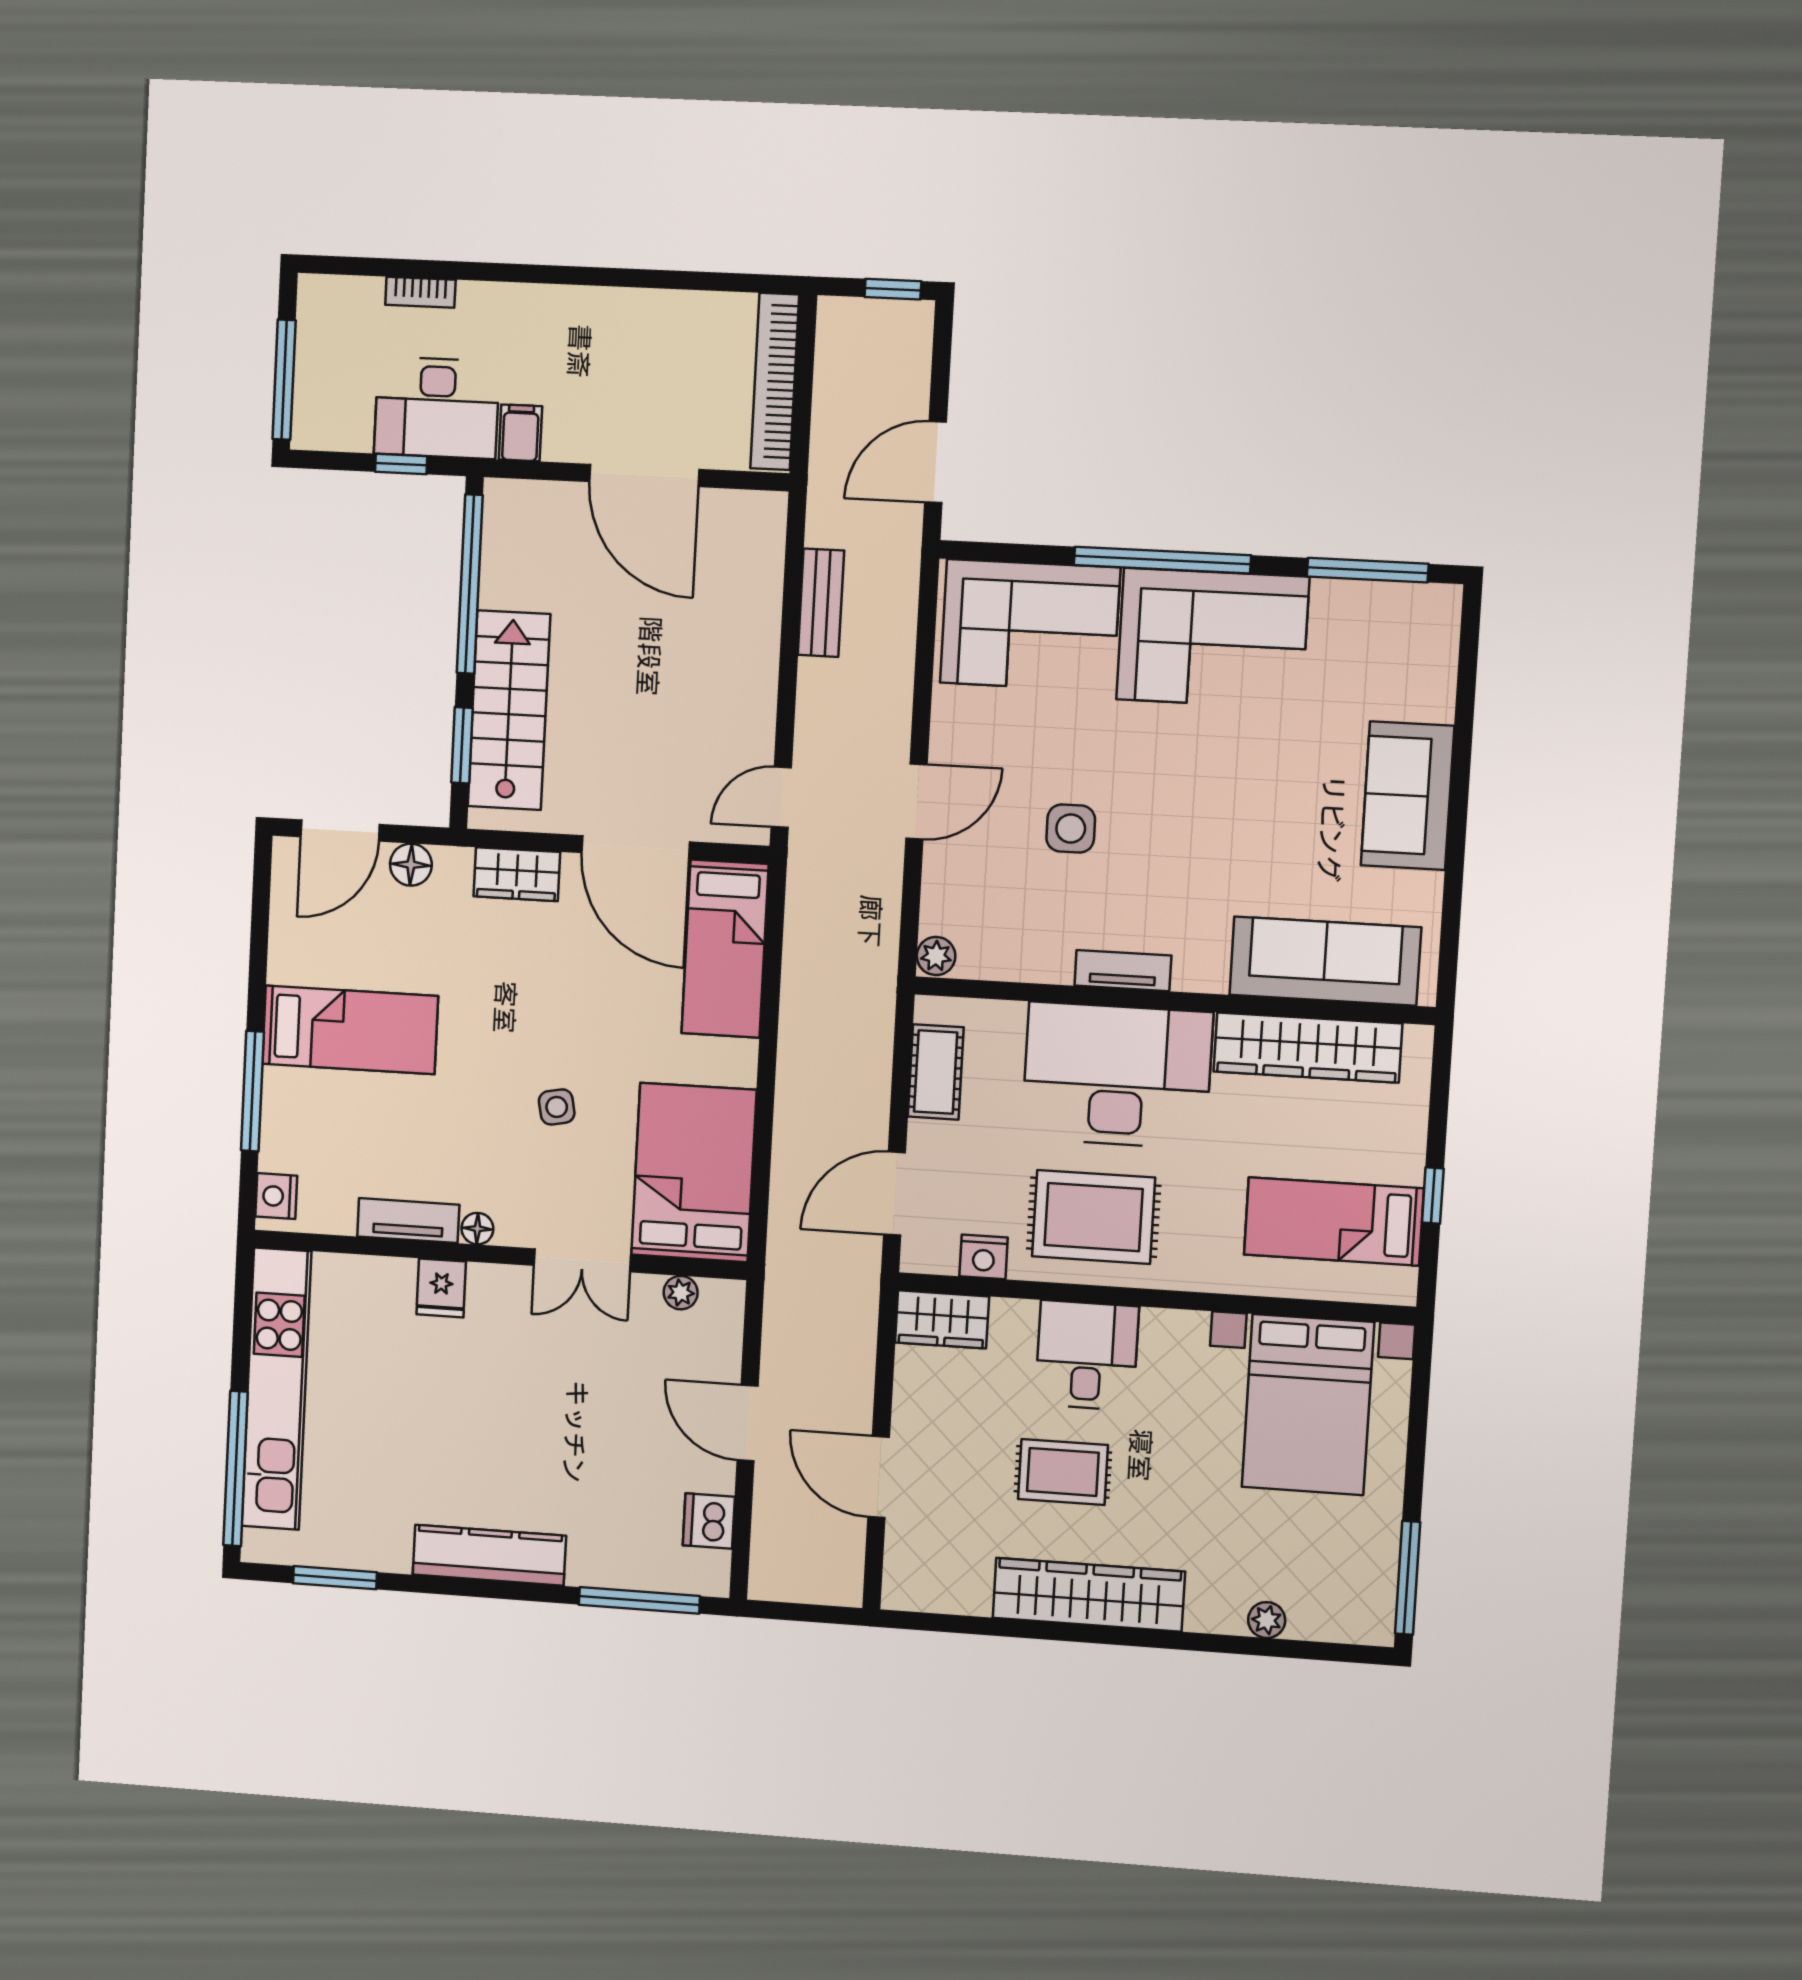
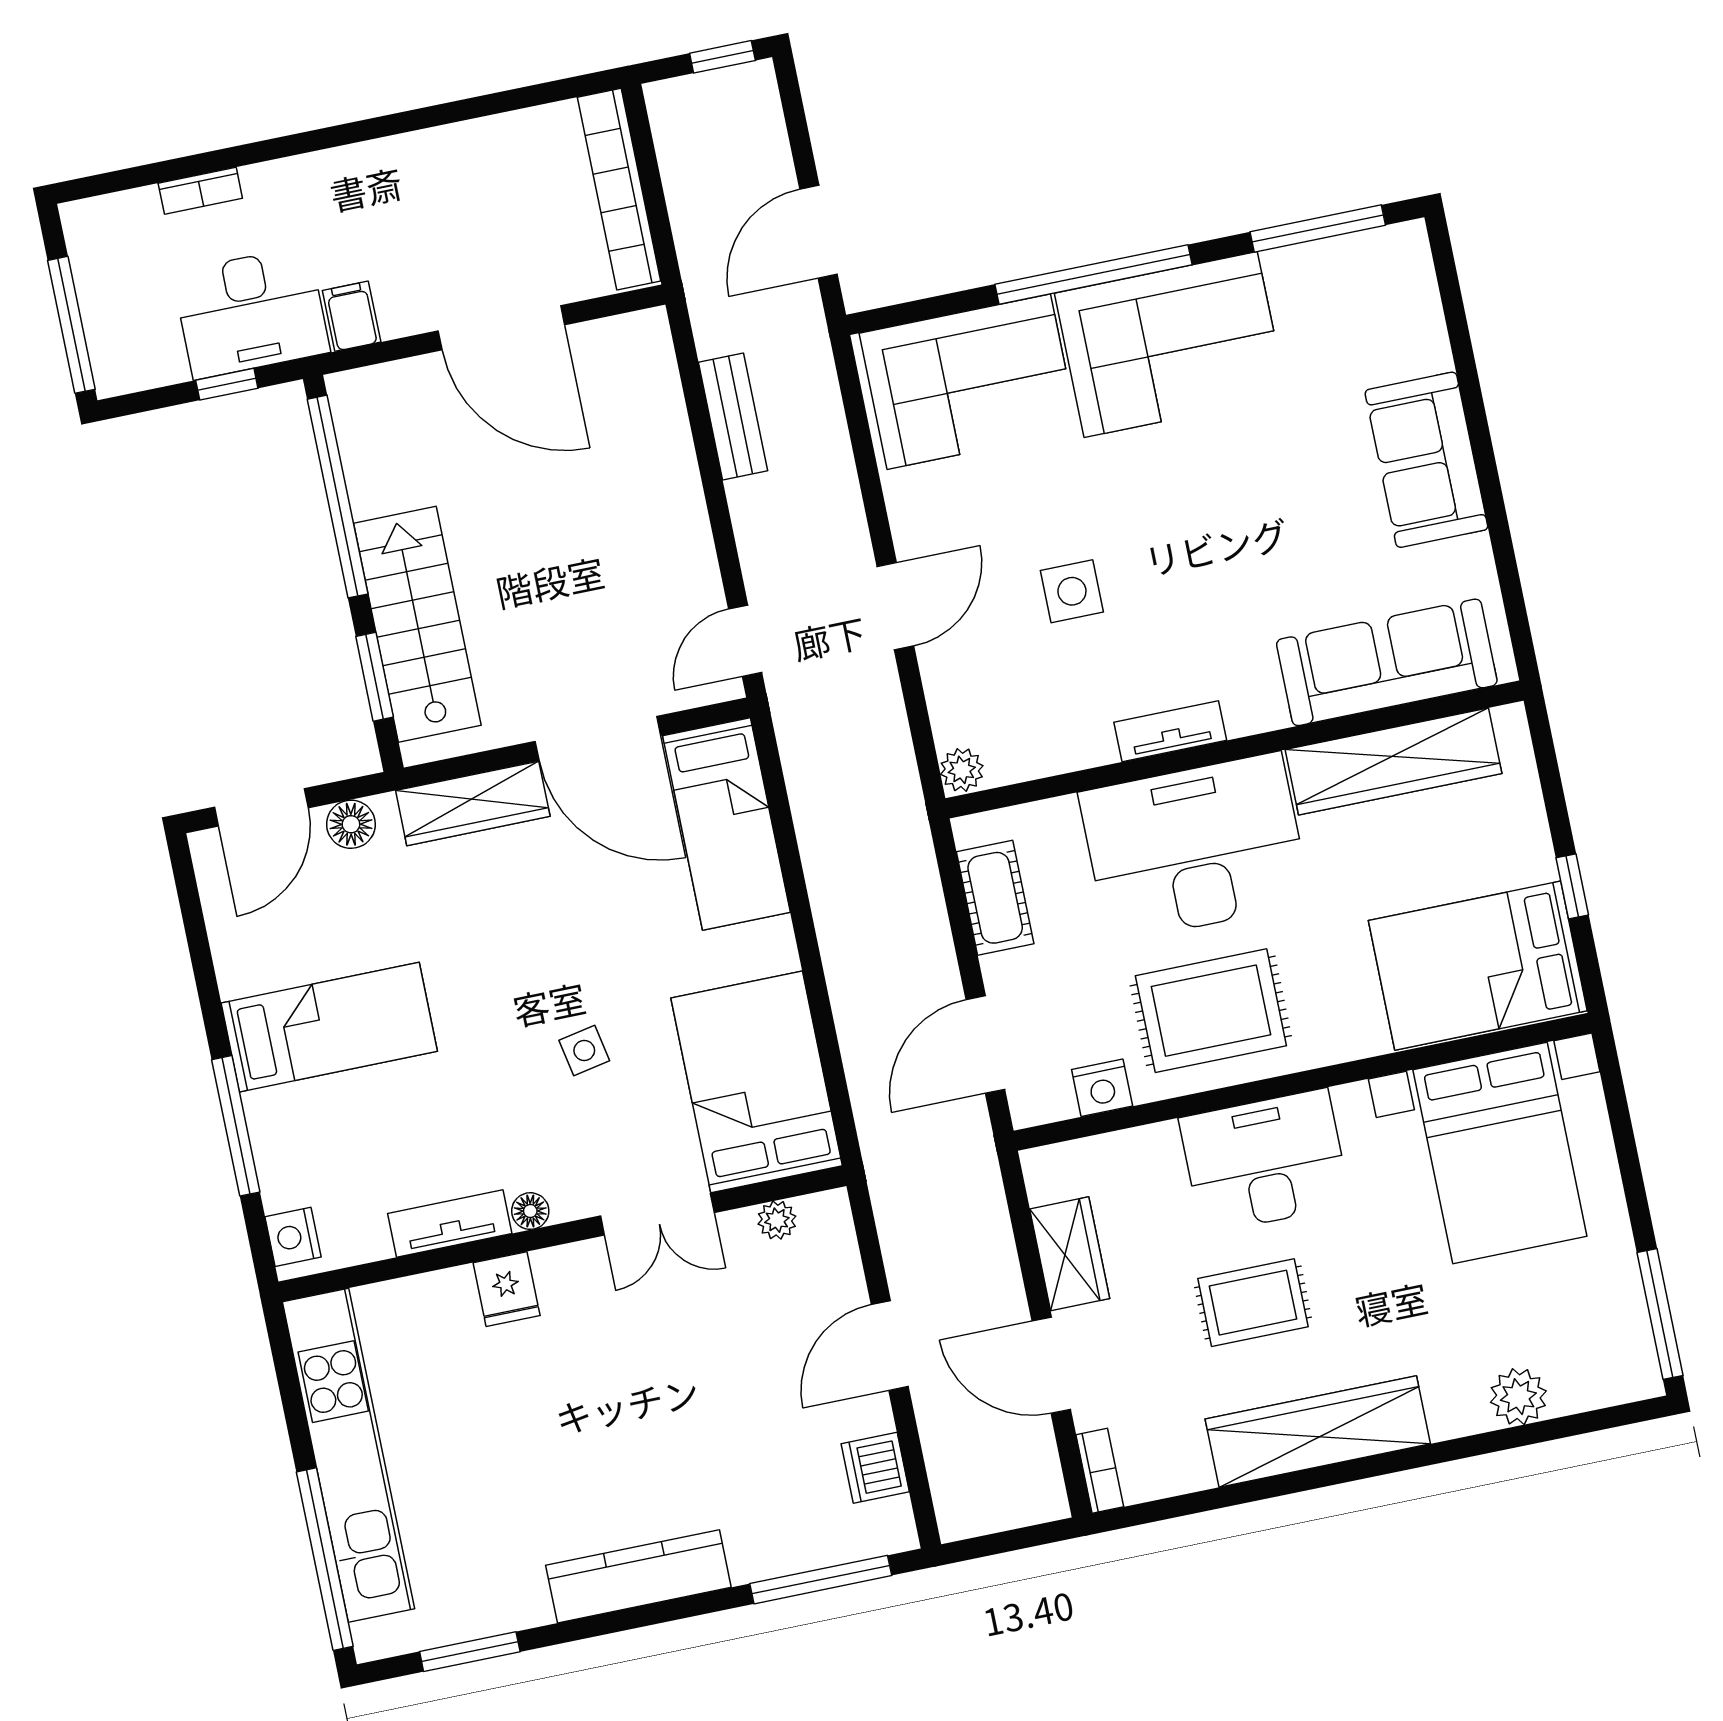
wardrobe: (517, 874) -> (473, 803), width x1.50
bed: (1334, 1221) -> (1478, 966), width x1.50
wardrobe: (942, 1319) -> (1070, 1254), moved, turned -90
desk: (1087, 1355) -> (1265, 1161), width x1.37
door: (748, 1423) -> (890, 1346), hinge flipped
bookcase: (896, 1576) -> (1100, 1471), added
plant: (1267, 1620) -> (1518, 1397), width x1.38, depth x1.38

